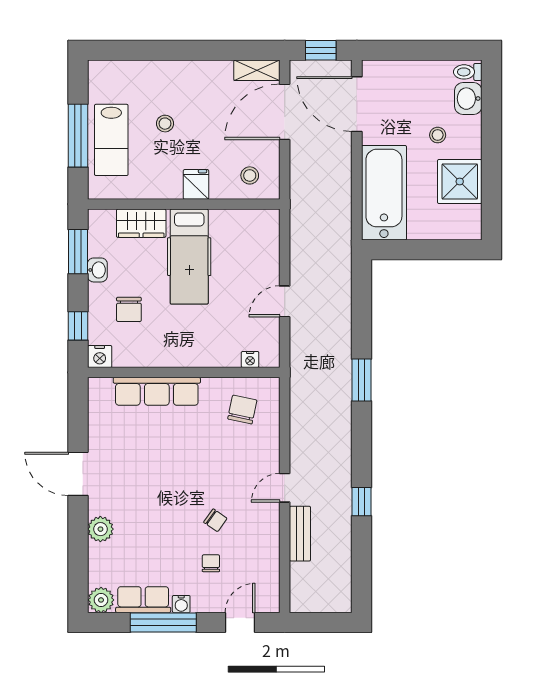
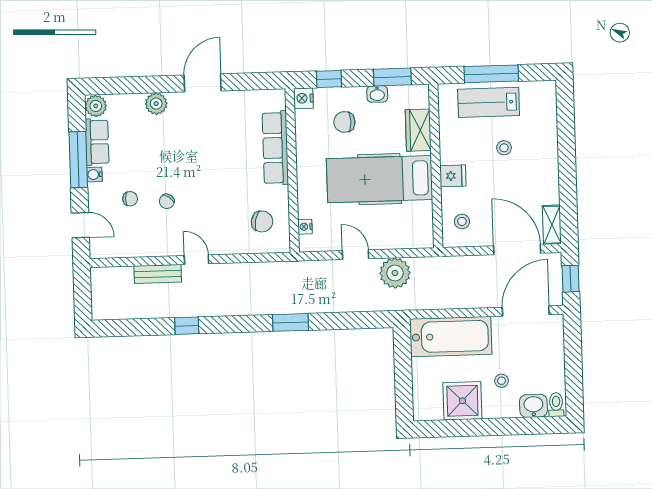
plant: (308, 256) -> (395, 273), added
hospital bed: (189, 257) -> (380, 179), width x1.37, depth x1.29

